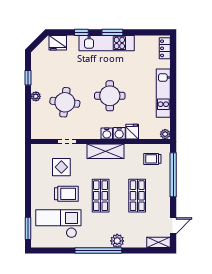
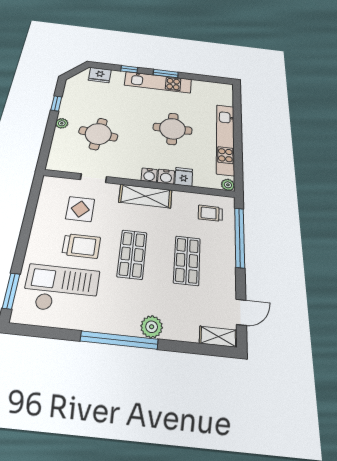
locker: (165, 48) -> (227, 95), removed
kitchen unit: (163, 93) -> (225, 139), width x1.36
round table: (110, 96) -> (173, 129), moved

